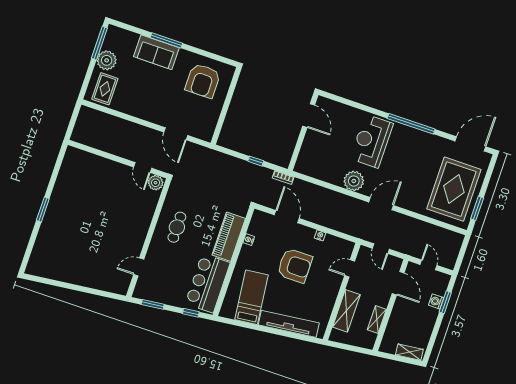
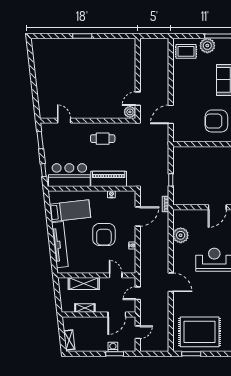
plant: (354, 181) -> (181, 235), moved

